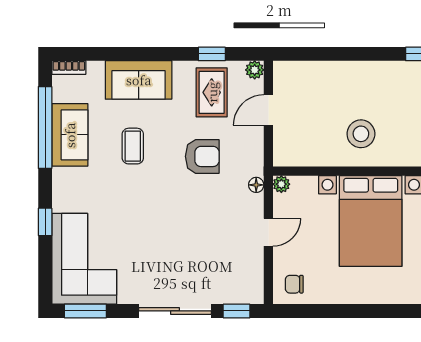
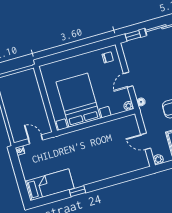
door: (268, 110) -> (146, 141), swing flipped
stool: (361, 134) -> (96, 143), removed

